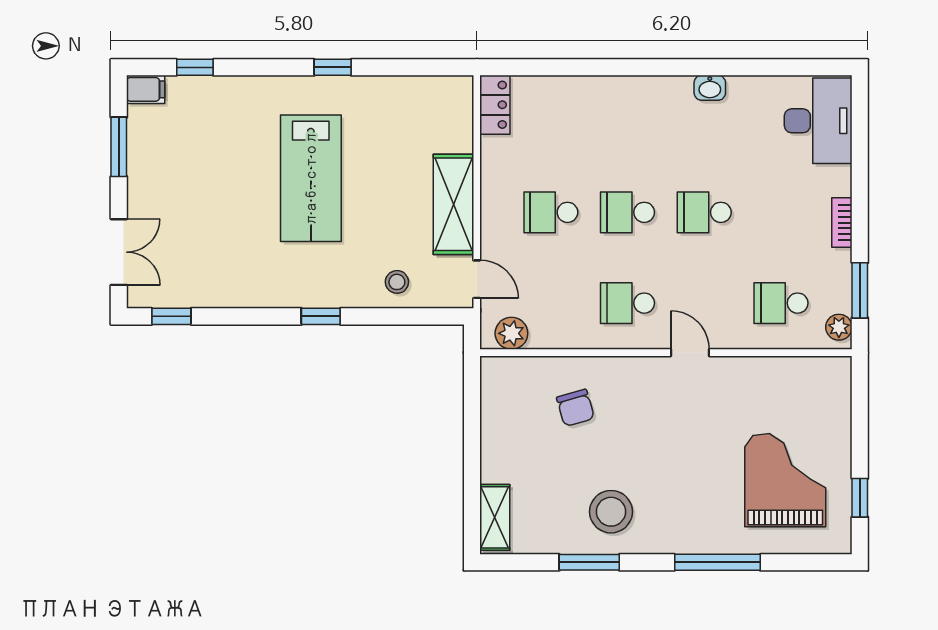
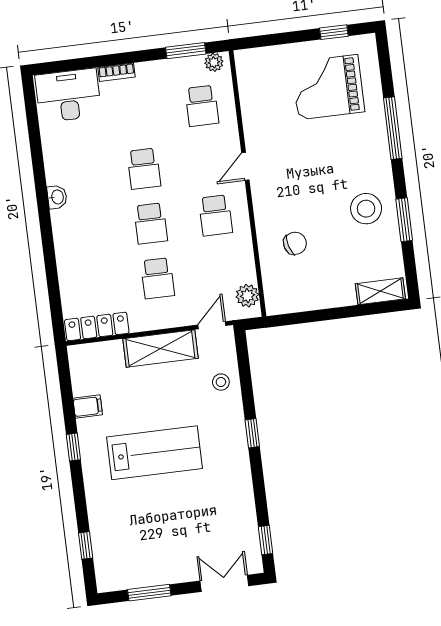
washbasin: (710, 88) -> (57, 197), moved
filing cabinet: (146, 89) -> (88, 406), moved, turned 90
locker: (495, 105) -> (97, 326), width x1.53
bookcase: (842, 223) -> (117, 72), moved

